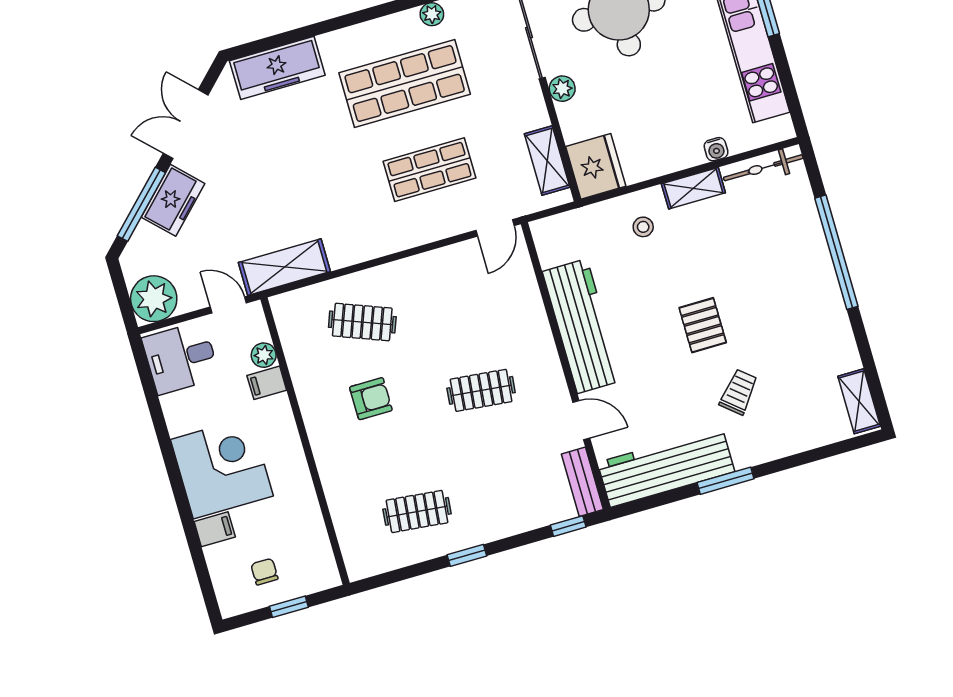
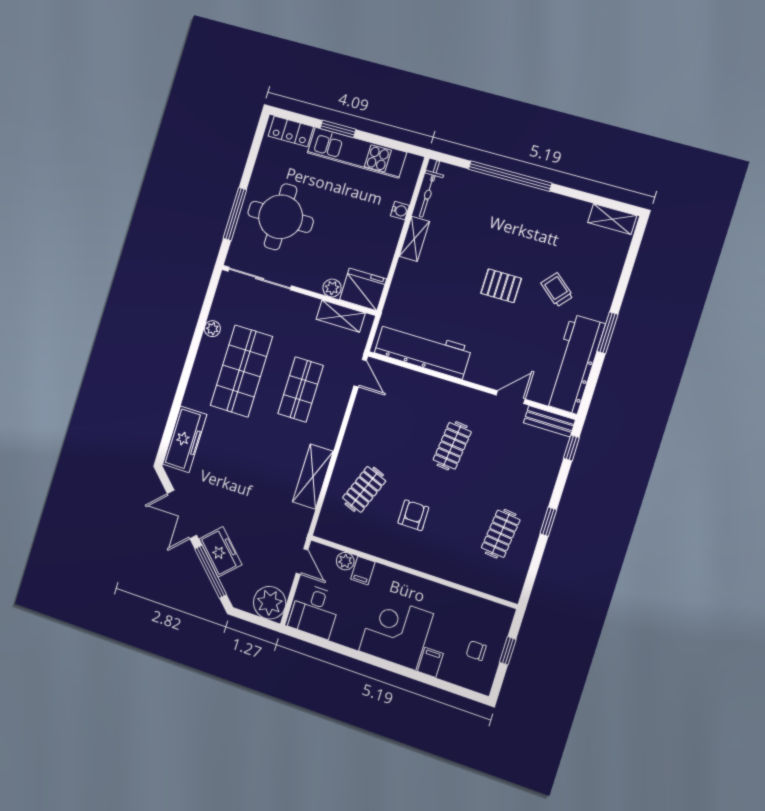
plant: (562, 89) -> (332, 288), moved
stool: (643, 227) -> (418, 284), removed
shelving: (284, 267) -> (313, 477), moved
door: (228, 305) -> (302, 562), swing flipped
workbench: (582, 326) -> (423, 350), moved

